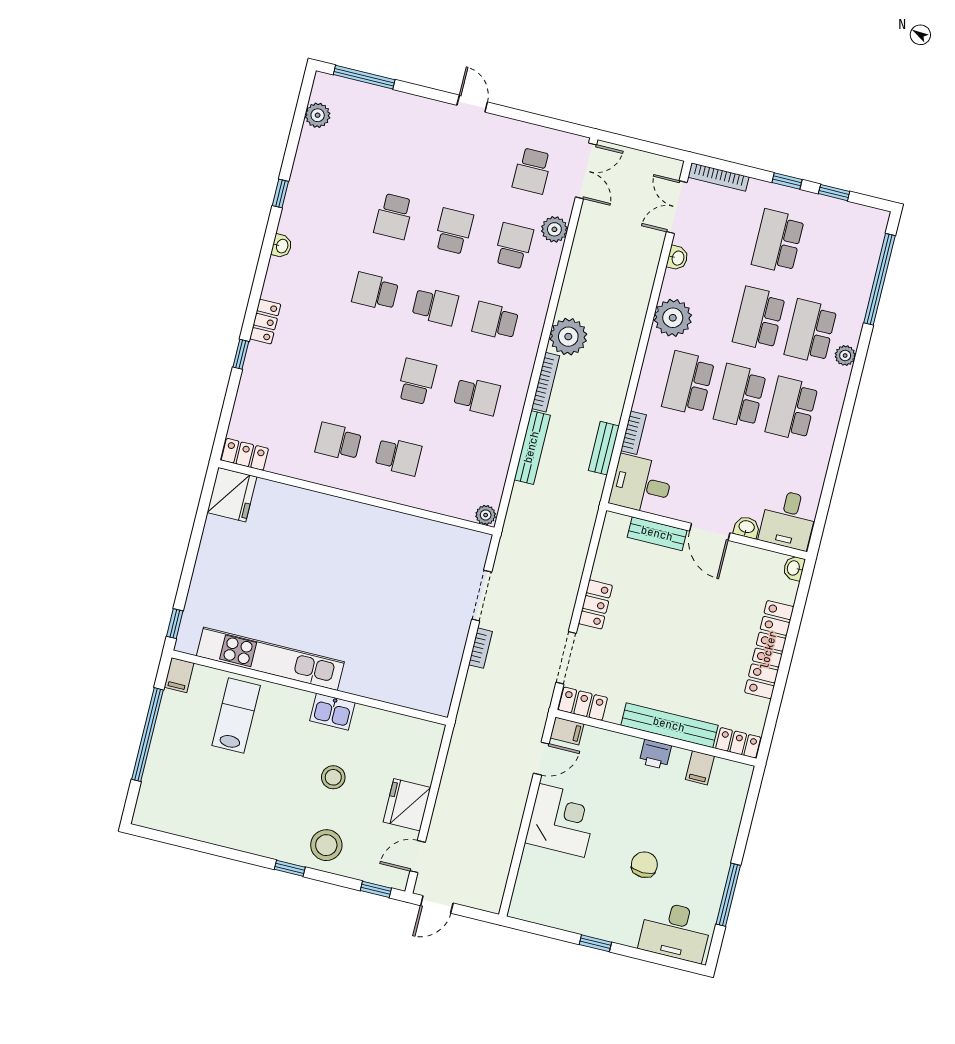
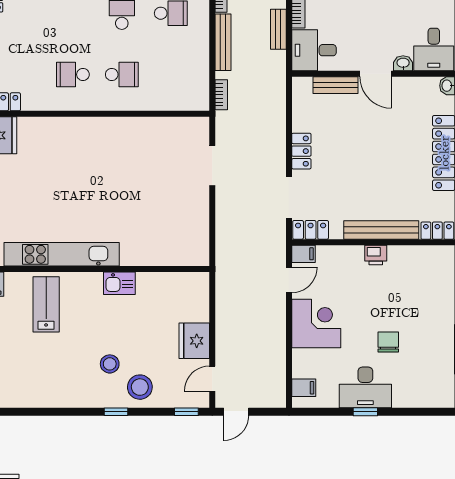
plant: (486, 515) -> (200, 103), removed
bookcase: (480, 648) -> (221, 95), moved
filing cabinet: (700, 768) -> (304, 388), moved, turned -90
stool: (333, 777) -> (110, 364), moved
desk: (675, 931) -> (365, 387), moved

